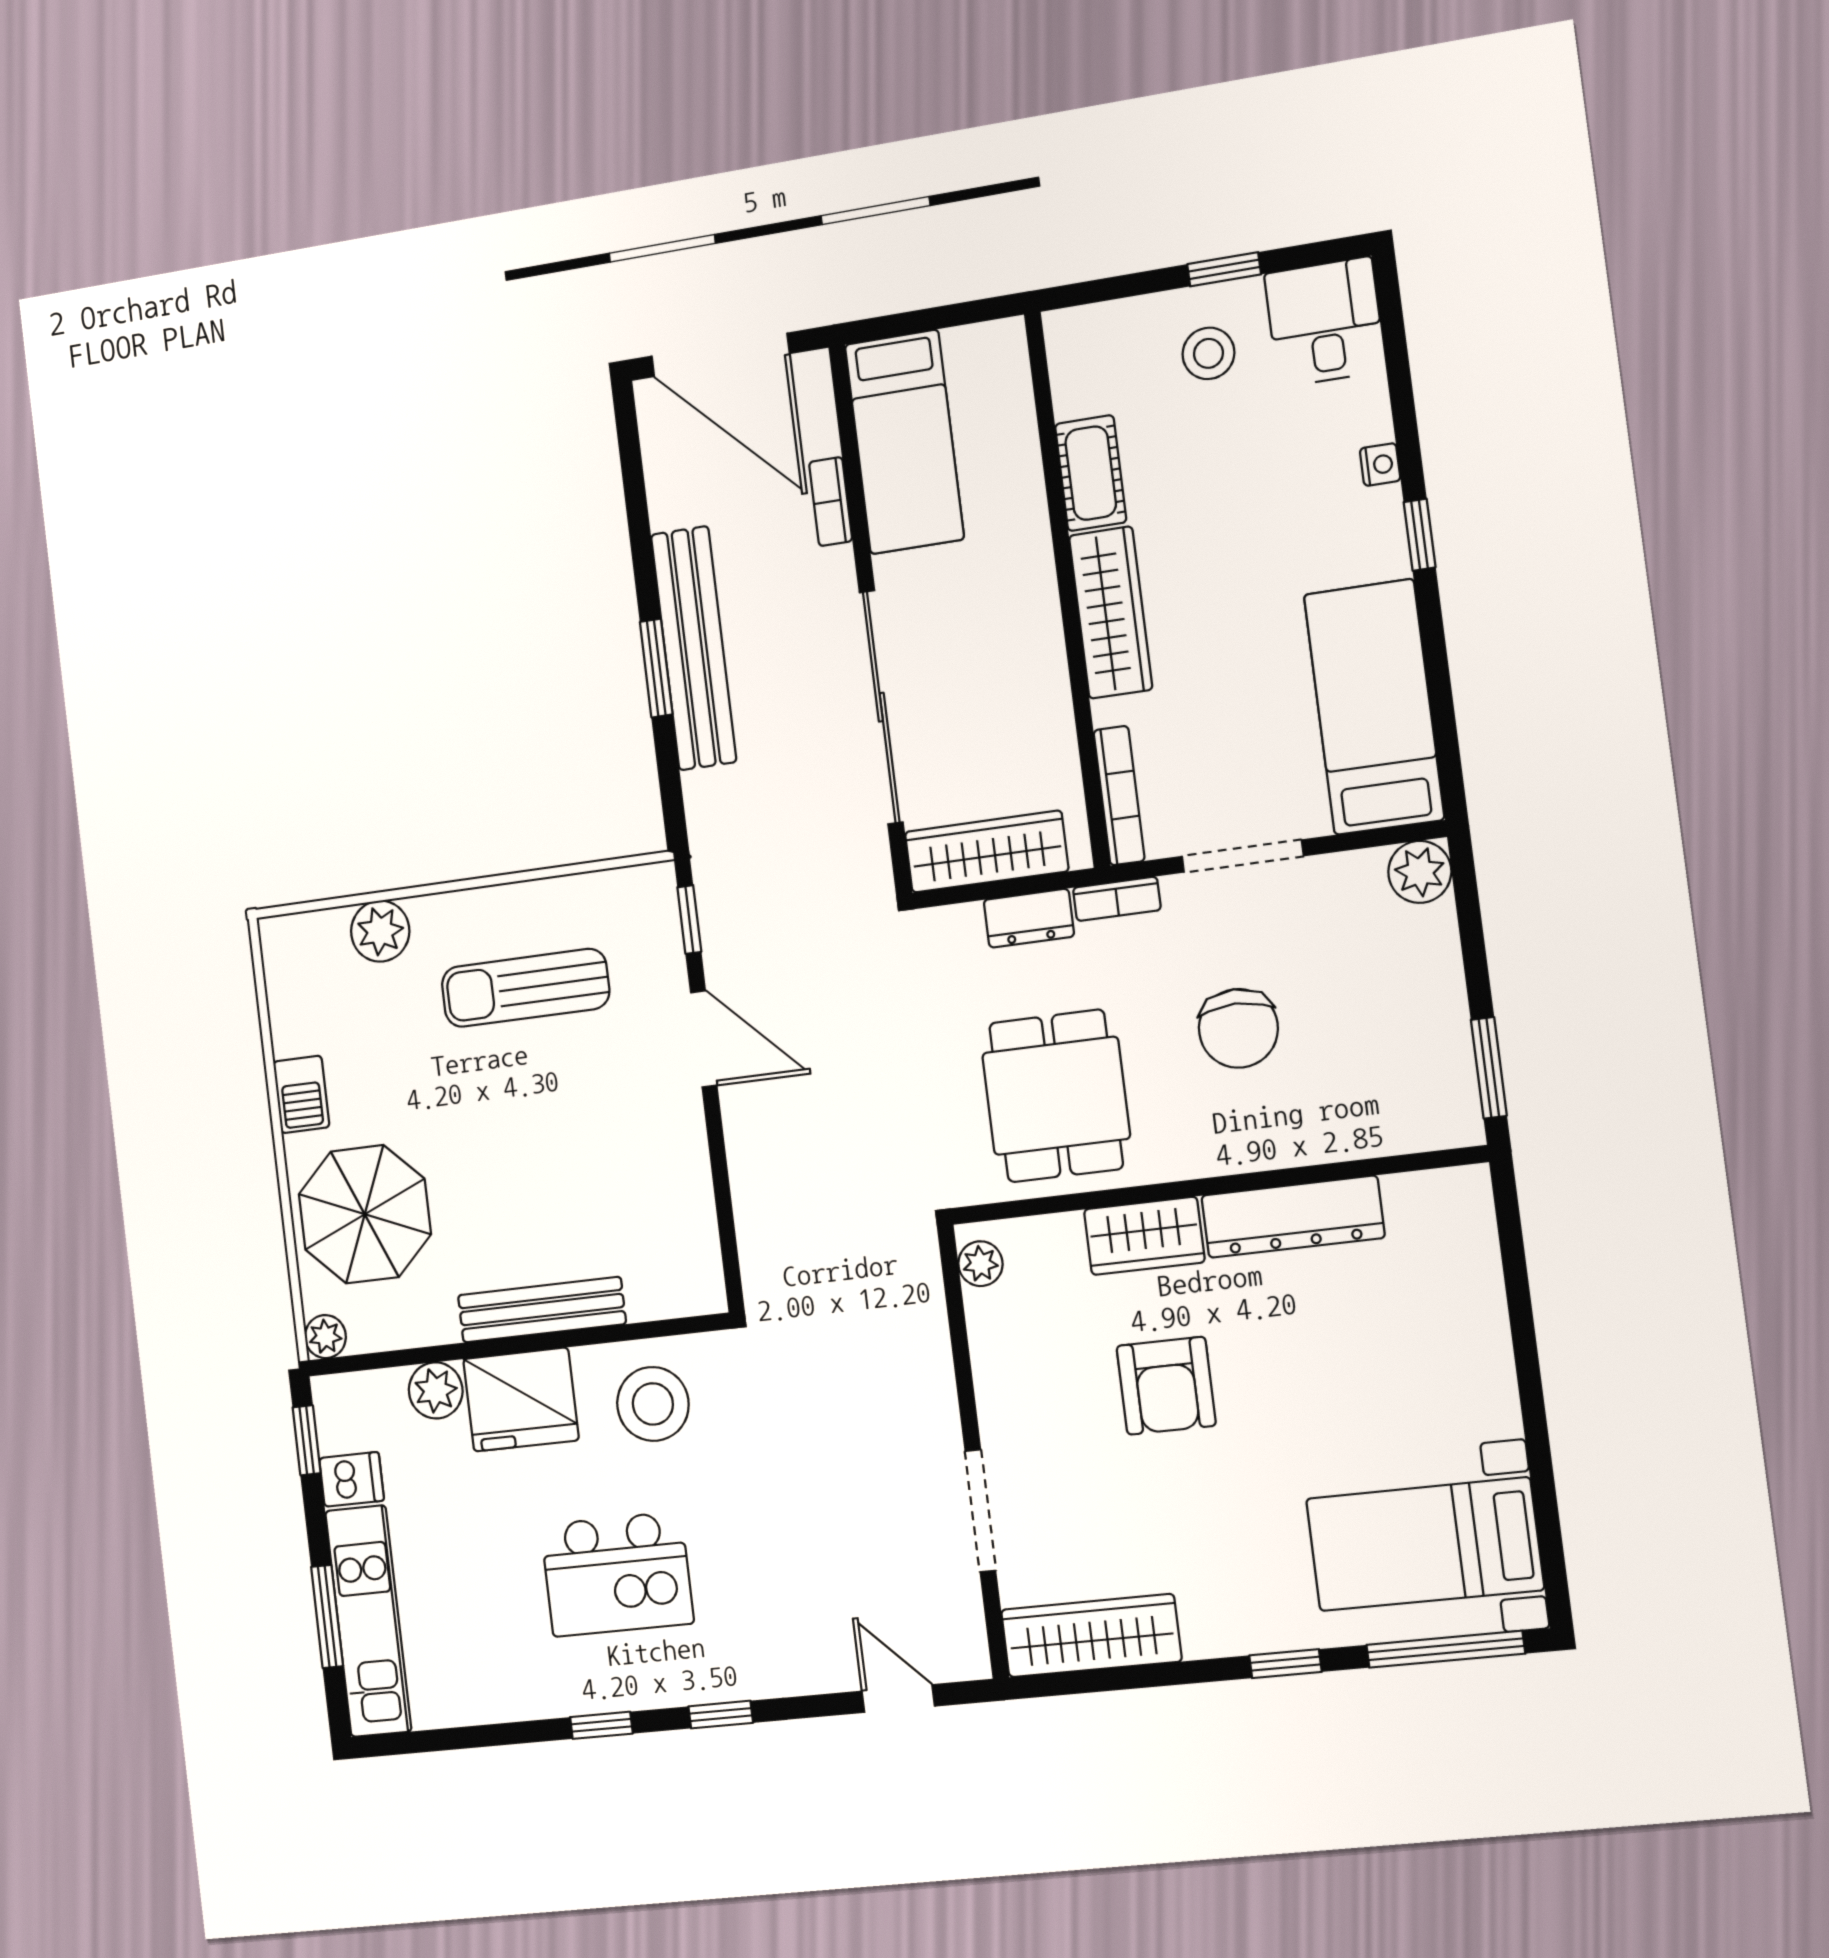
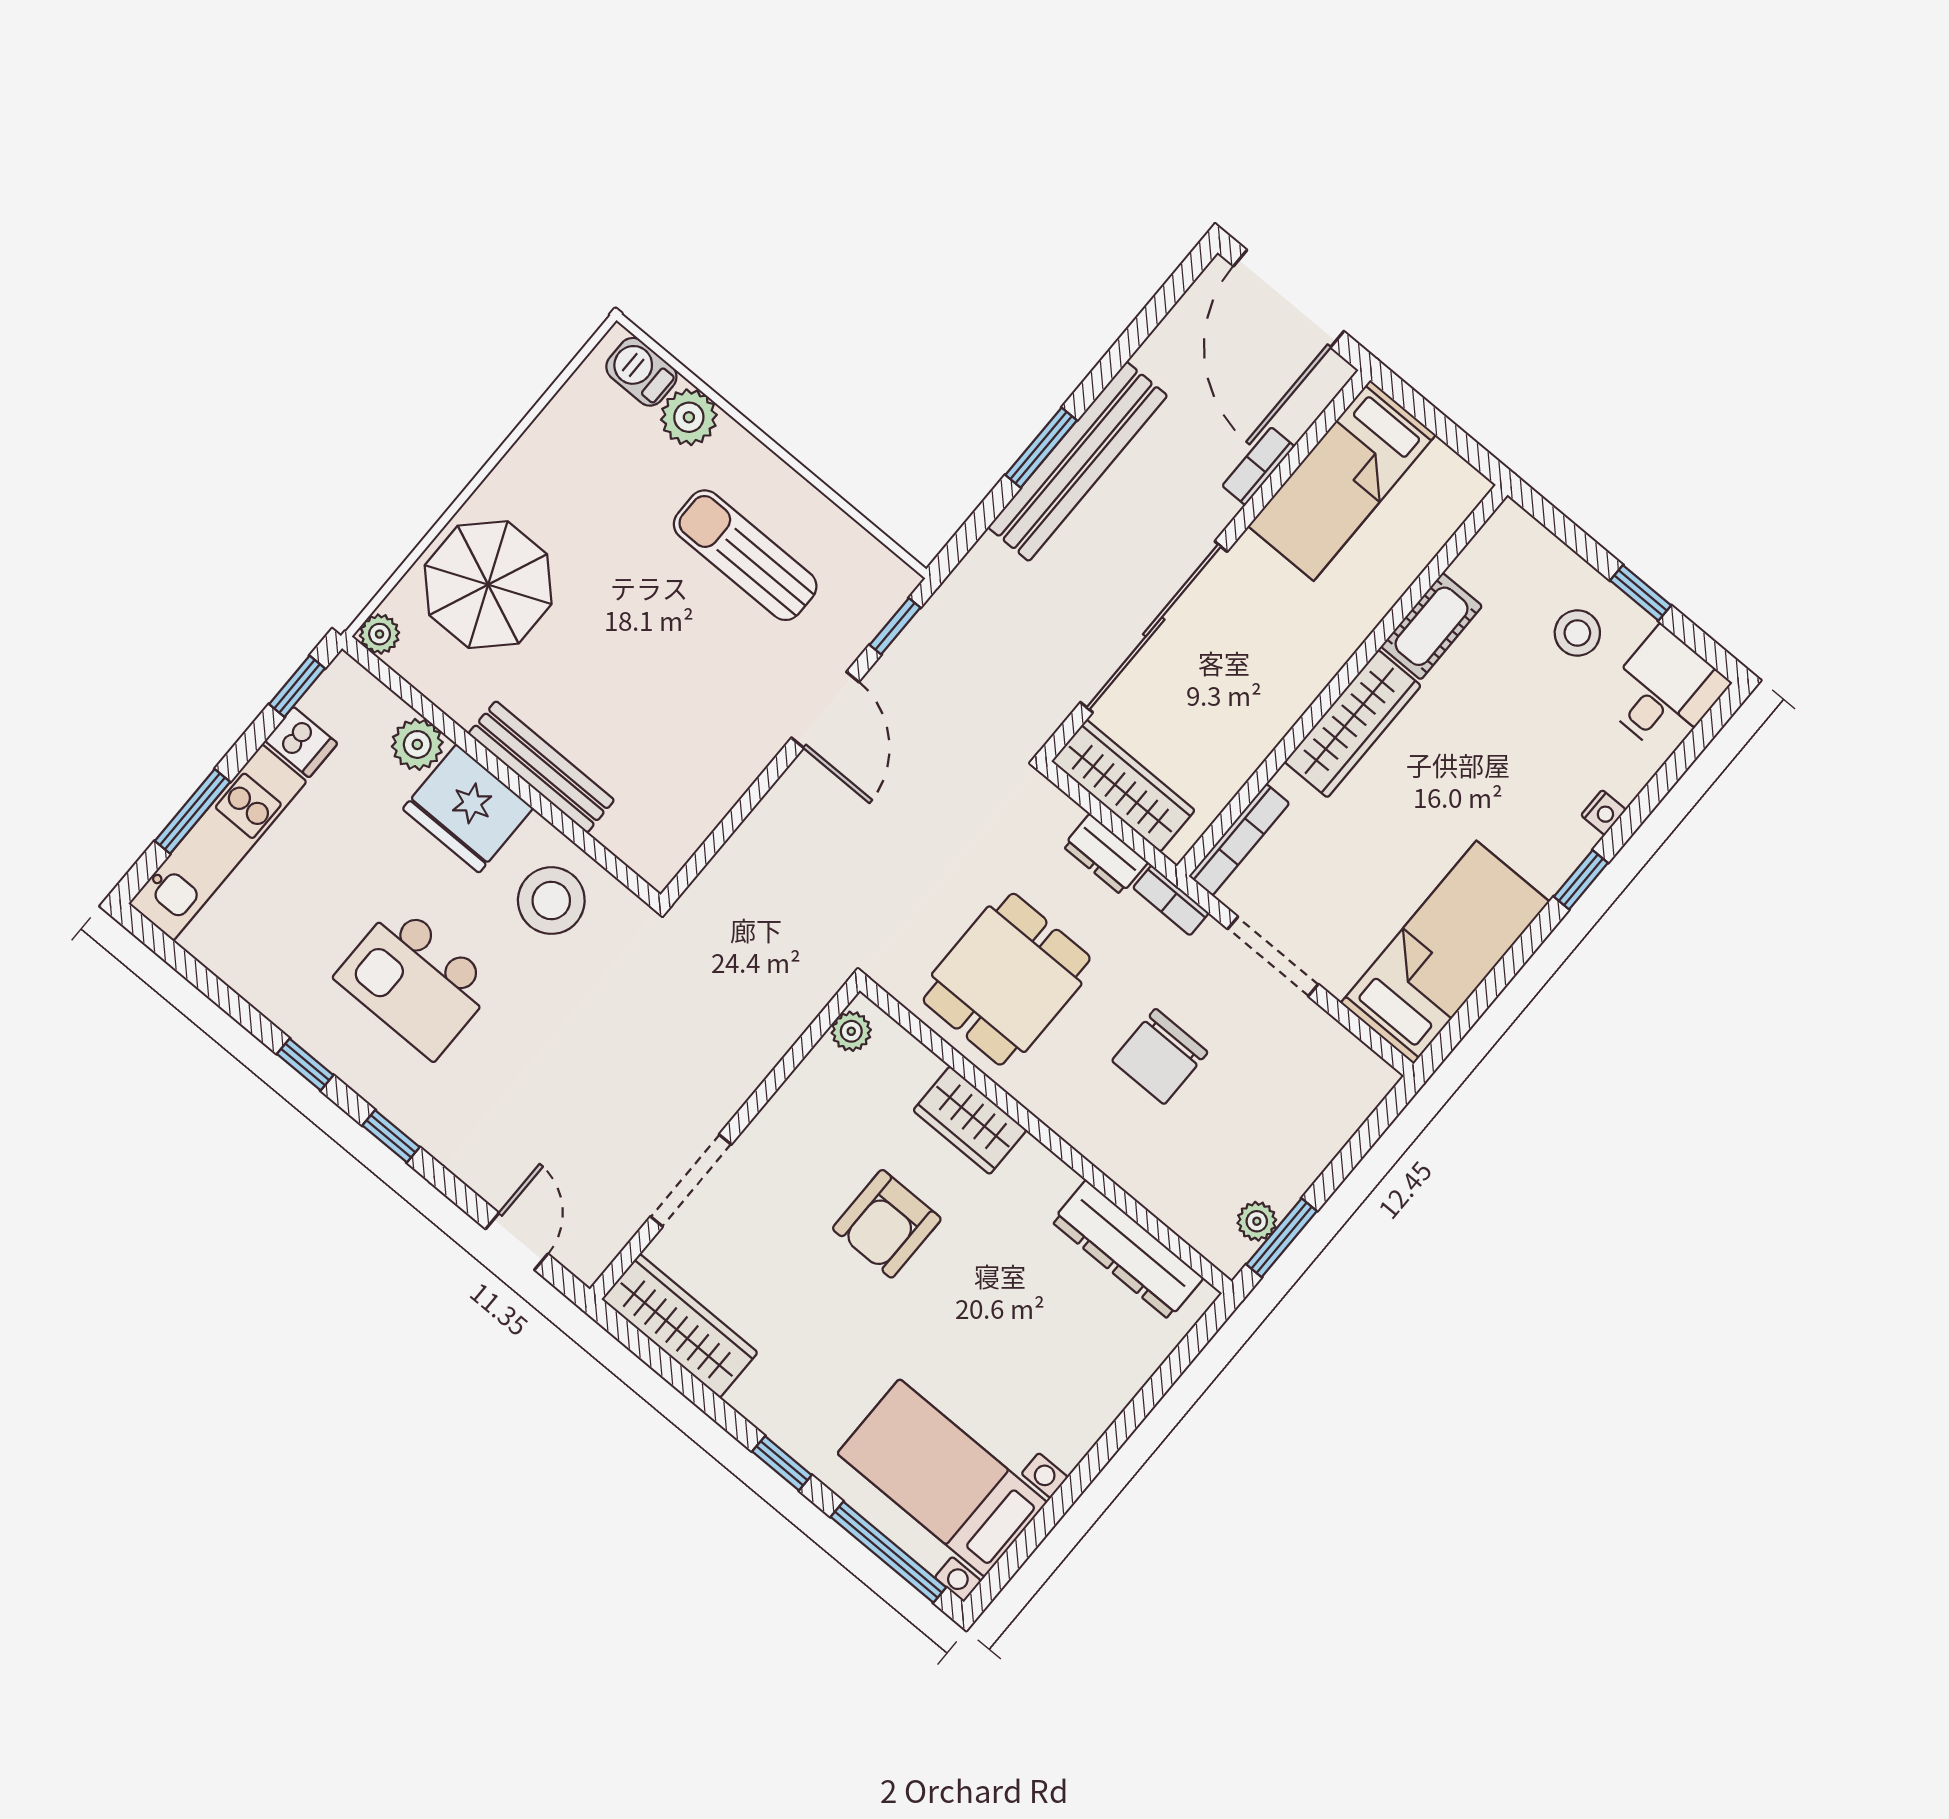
plant: (1420, 872) -> (1257, 1221), moved, width x0.73, depth x0.73
barbecue: (301, 1094) -> (641, 372), moved, turned 90
dresser: (1293, 1217) -> (1127, 1250), moved

